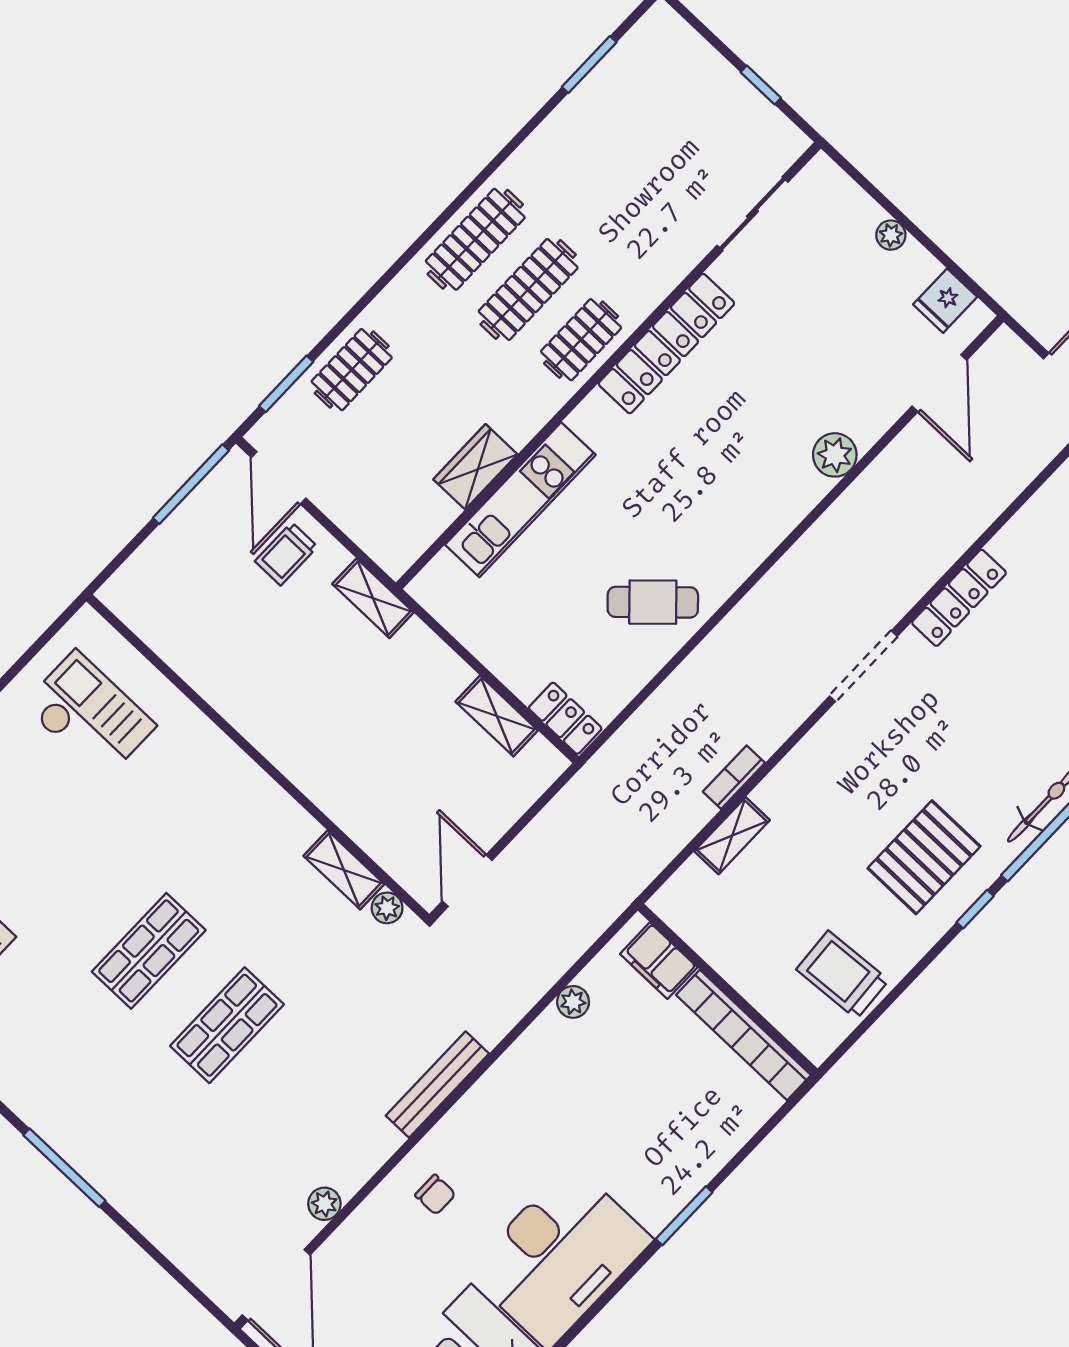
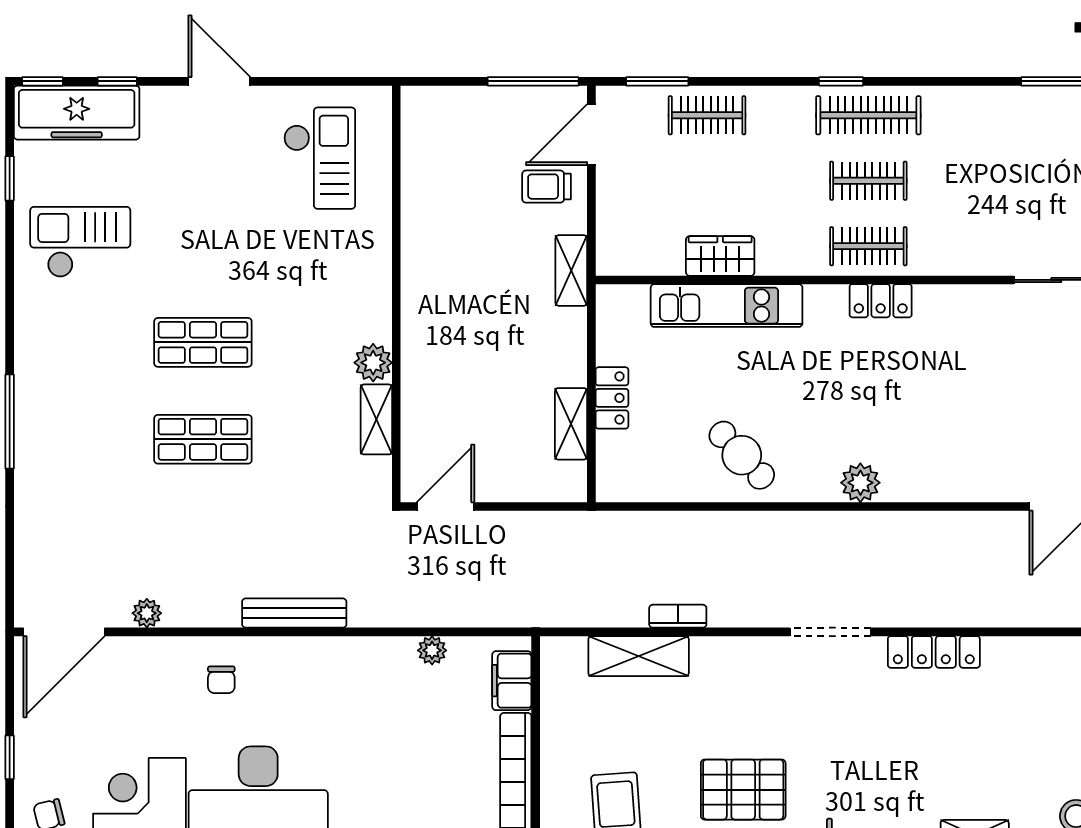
window: (427, 235) -> (841, 81), added
clothes rail: (528, 289) -> (868, 181), width x0.73
locker: (666, 344) -> (881, 301), width x0.46, depth x0.83
plant: (835, 455) -> (860, 483), moved
locker: (565, 718) -> (612, 398), moved
shelving: (732, 836) -> (639, 656), width x1.50, depth x1.33
plant: (387, 908) -> (373, 363), moved, width x1.38, depth x1.38

